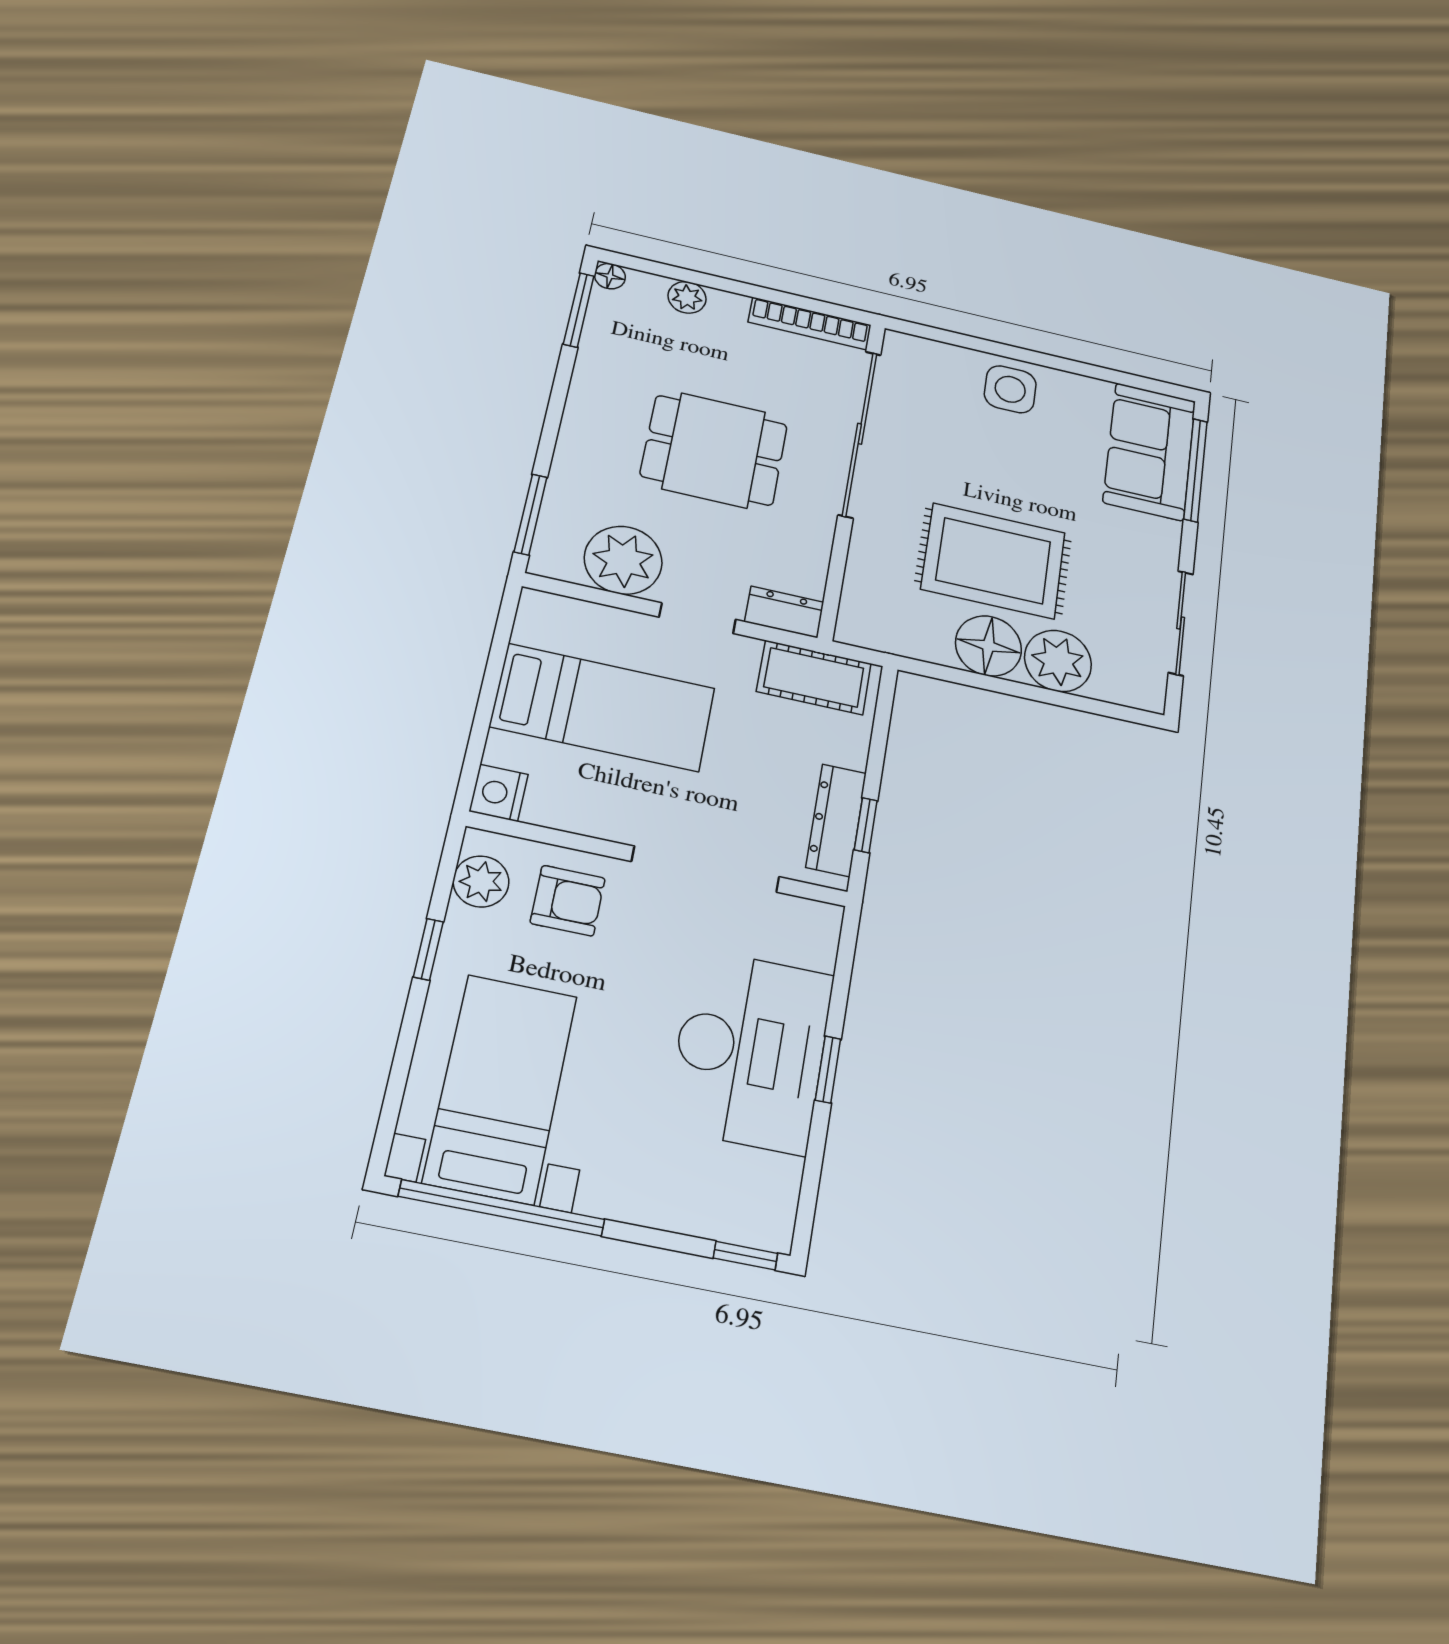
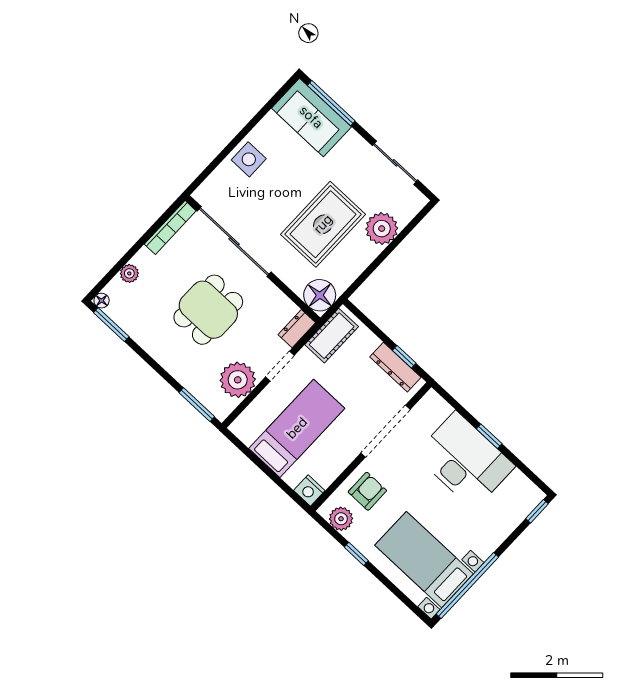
floor lamp: (988, 646) -> (320, 295), moved

